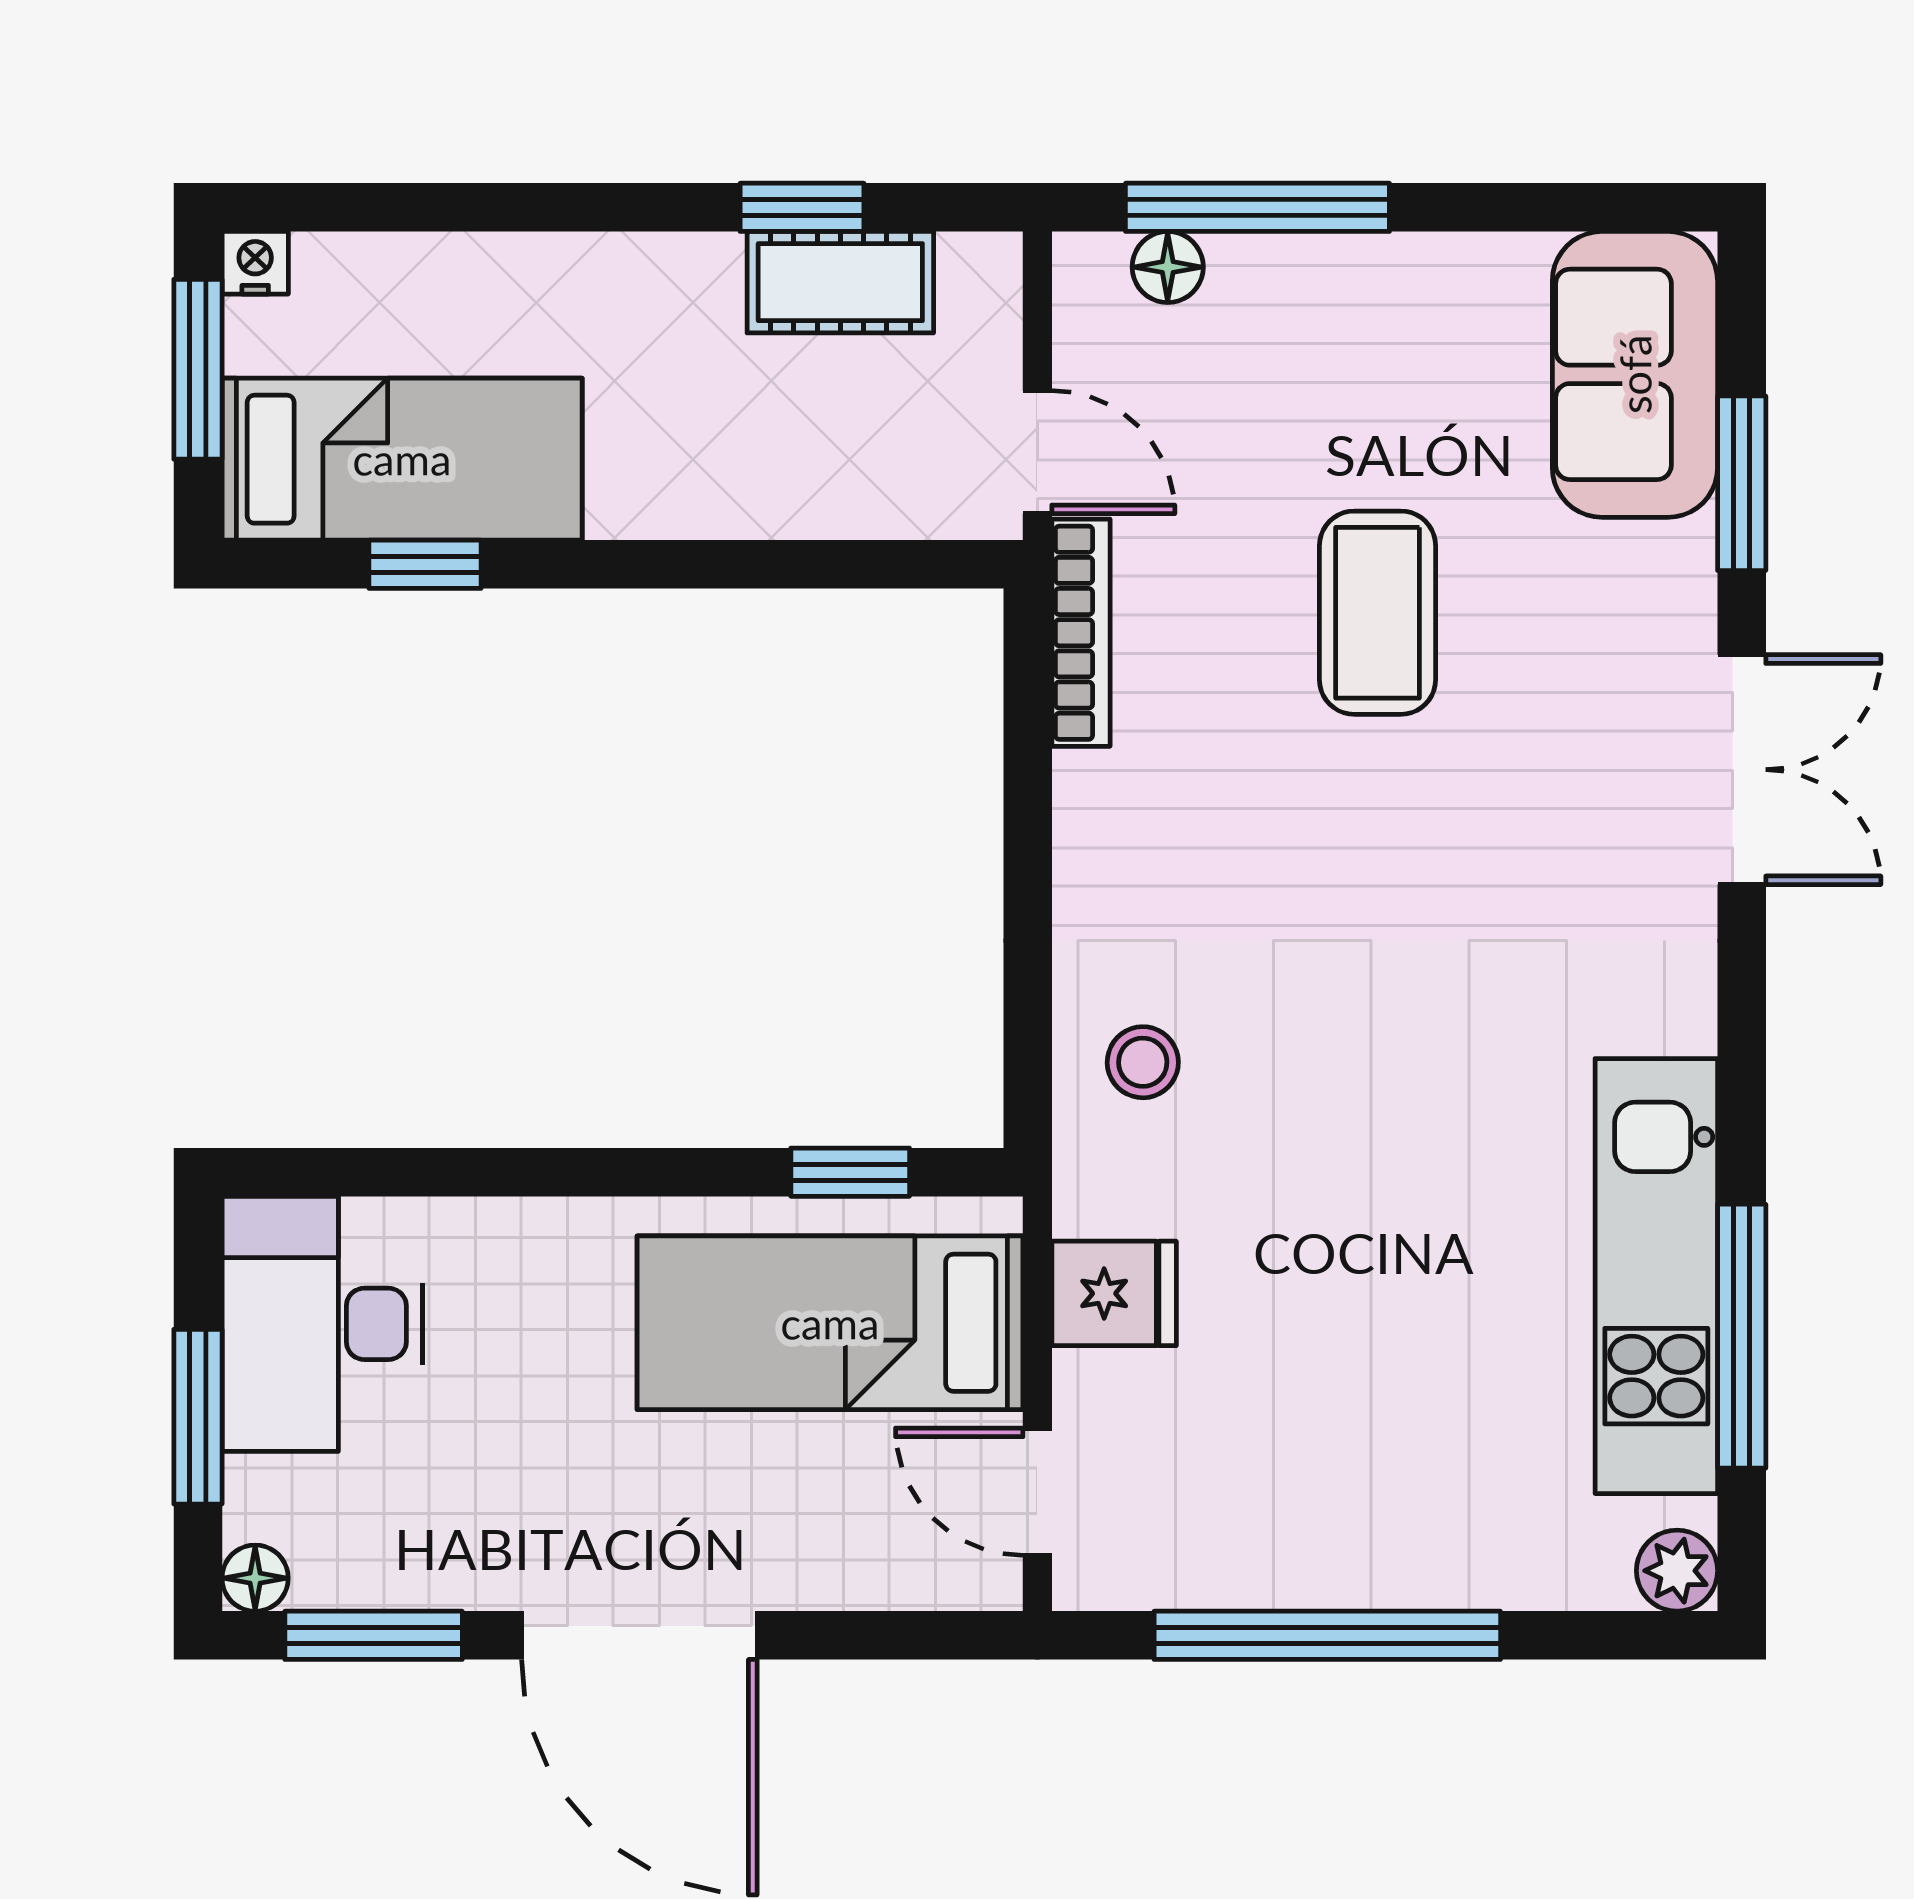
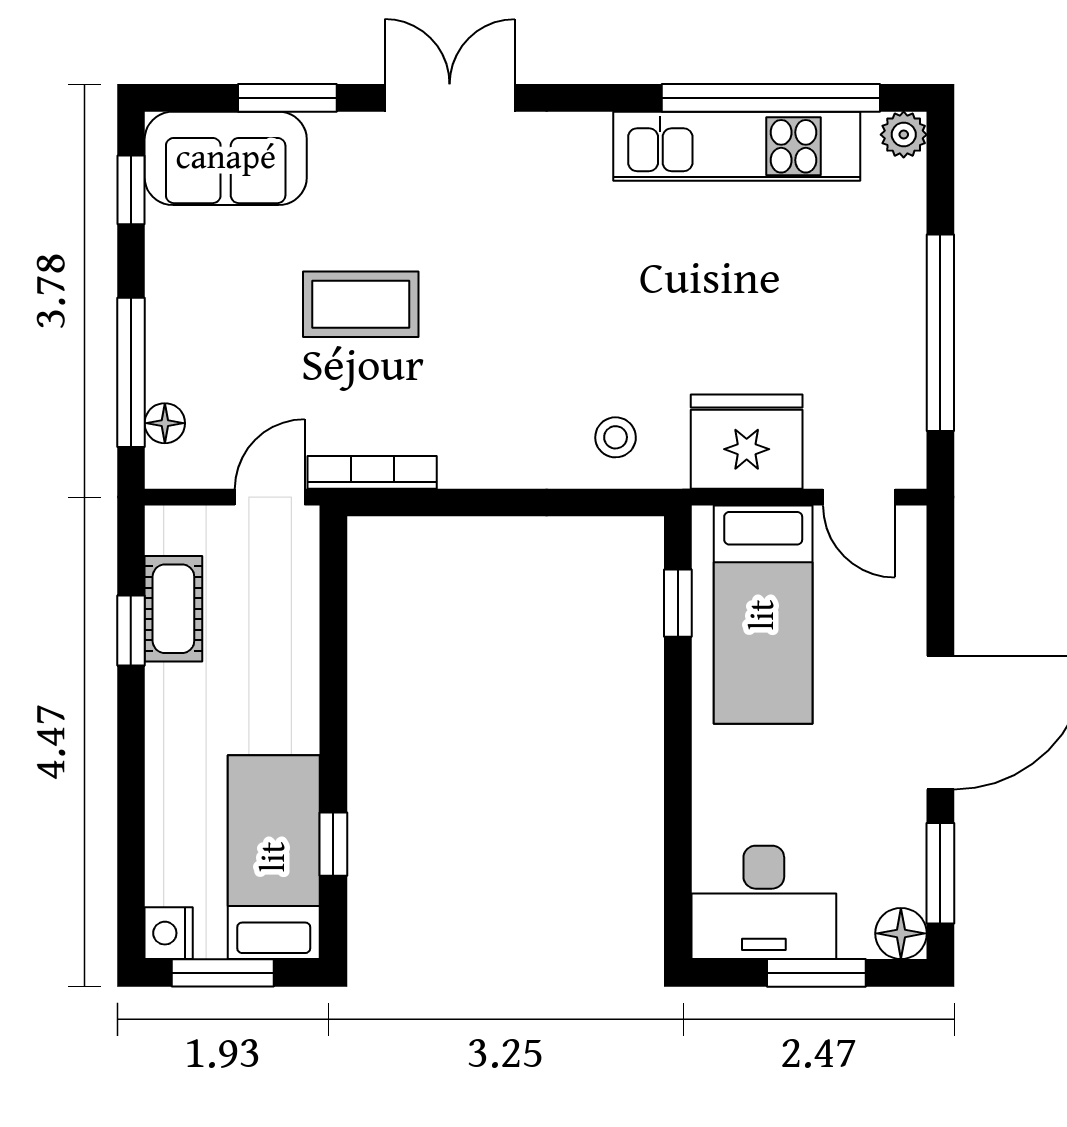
window: (1579, 207) -> (131, 190), added
nightstand: (255, 263) -> (169, 933), width x1.39, depth x1.35
fridge: (1114, 1293) -> (747, 442), width x1.88, depth x1.34
window: (1742, 1336) -> (771, 98), width x1.46
door: (1037, 1492) -> (859, 497), hinge flipped
floor lamp: (255, 1578) -> (901, 933), width x1.37, depth x1.37

